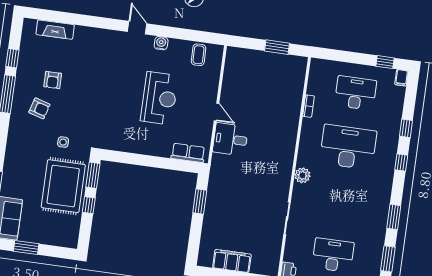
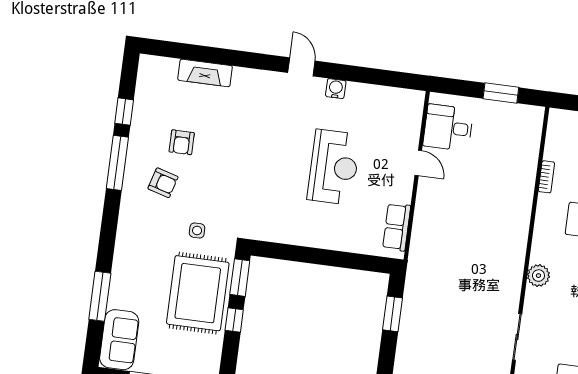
fireplace: (55, 30) -> (205, 73), moved
coffee table: (199, 55) -> (389, 105), removed
door: (216, 112) -> (418, 163), moved
desk: (230, 139) -> (448, 128), moved
row of seats: (188, 153) -> (397, 227), moved, turned -90

